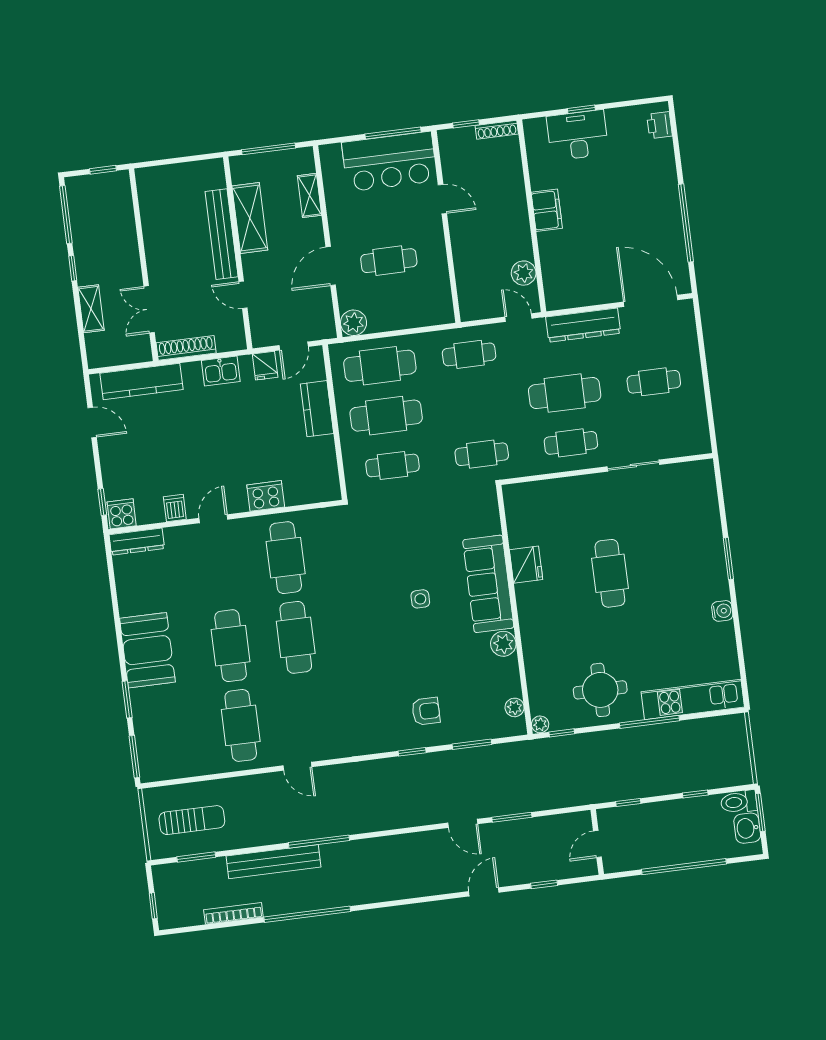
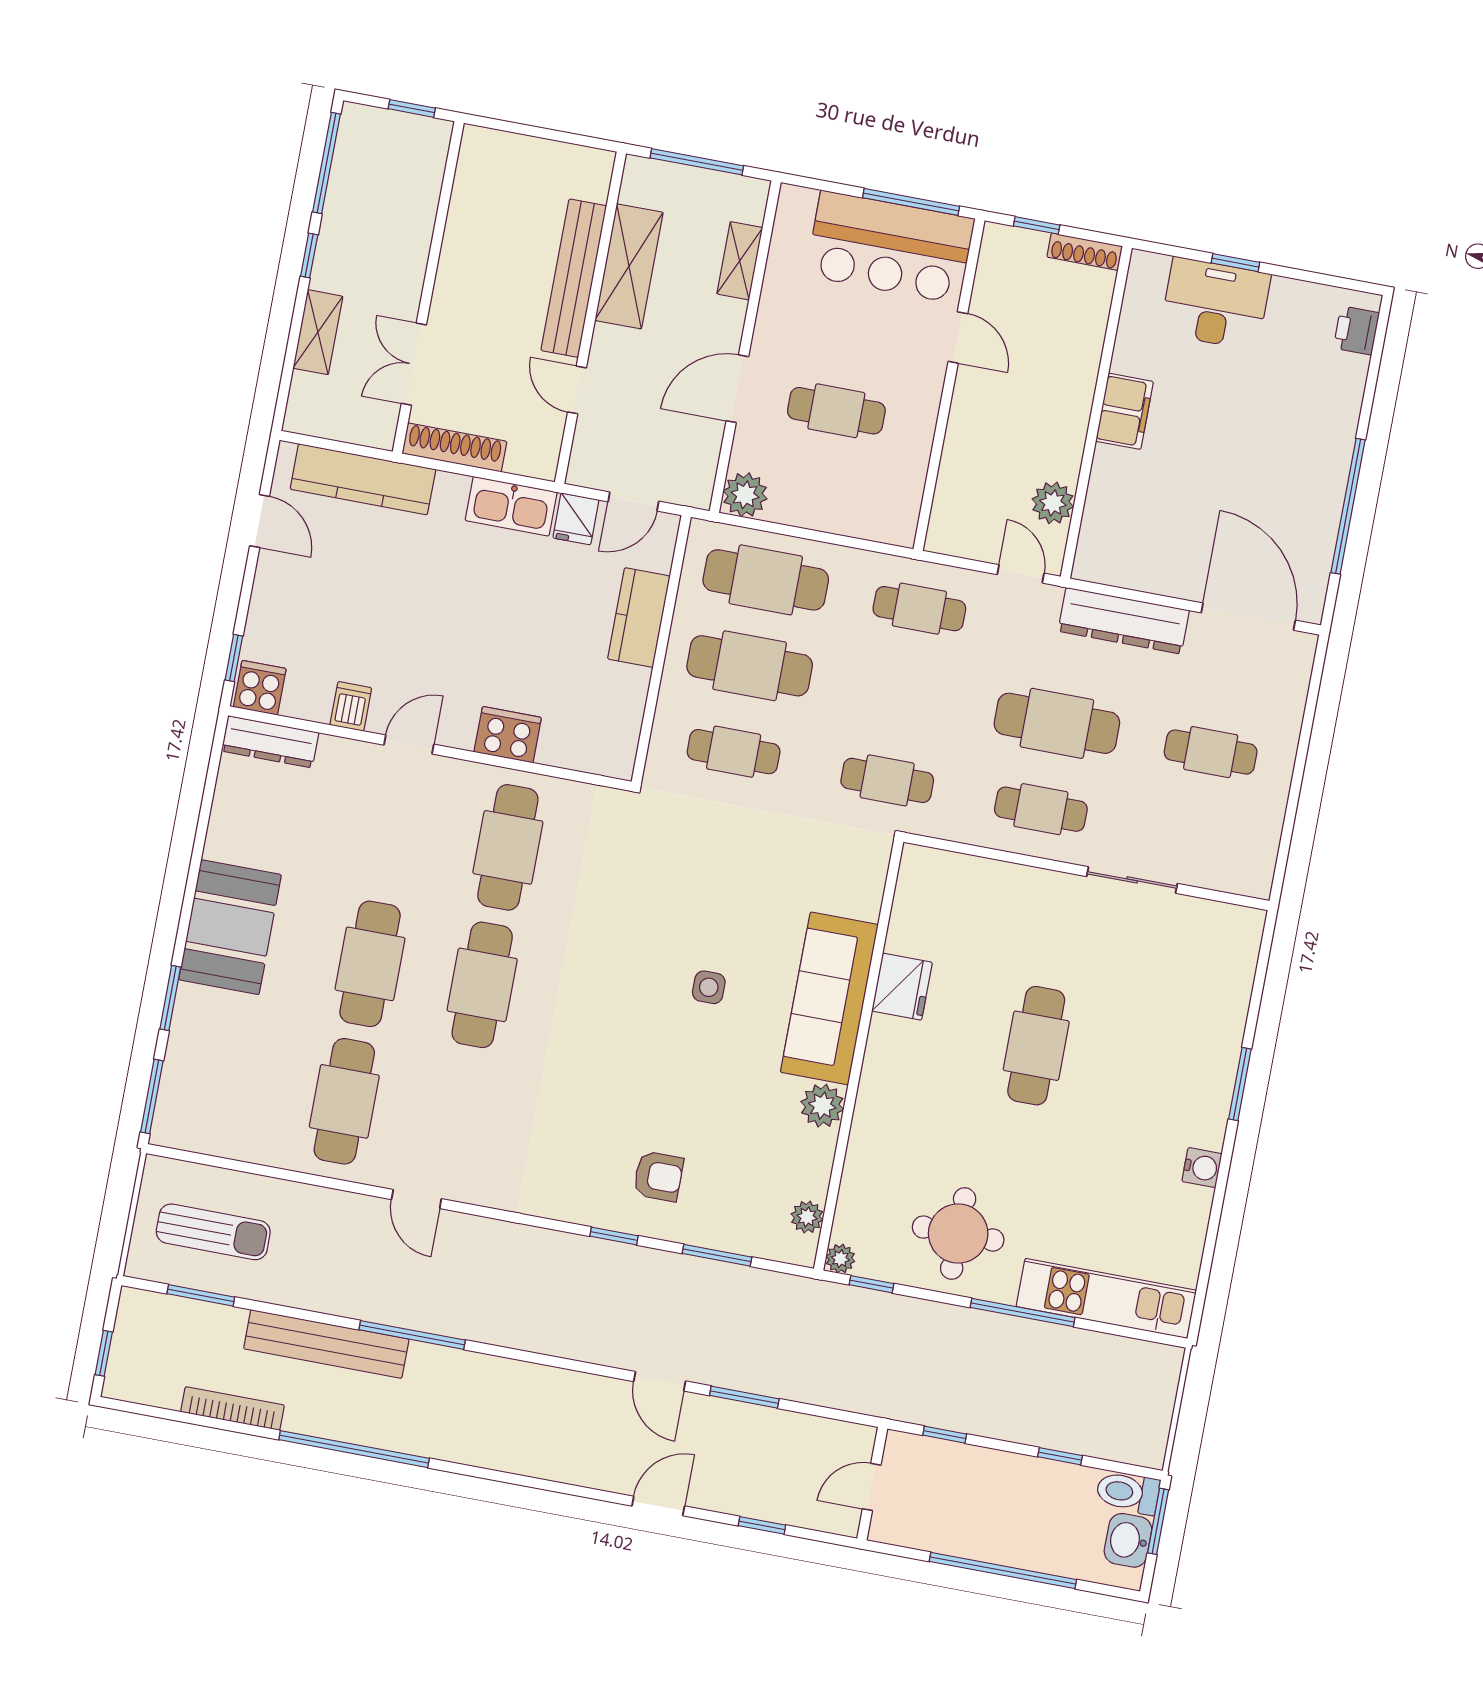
kitchen sink: (221, 371) -> (511, 506), width x1.38

